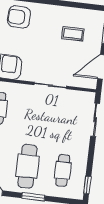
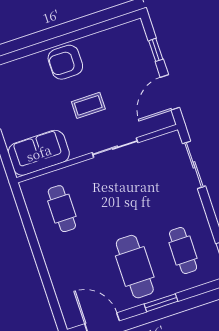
armchair: (19, 17) -> (65, 62), moved
coffee table: (73, 34) -> (88, 105), moved

